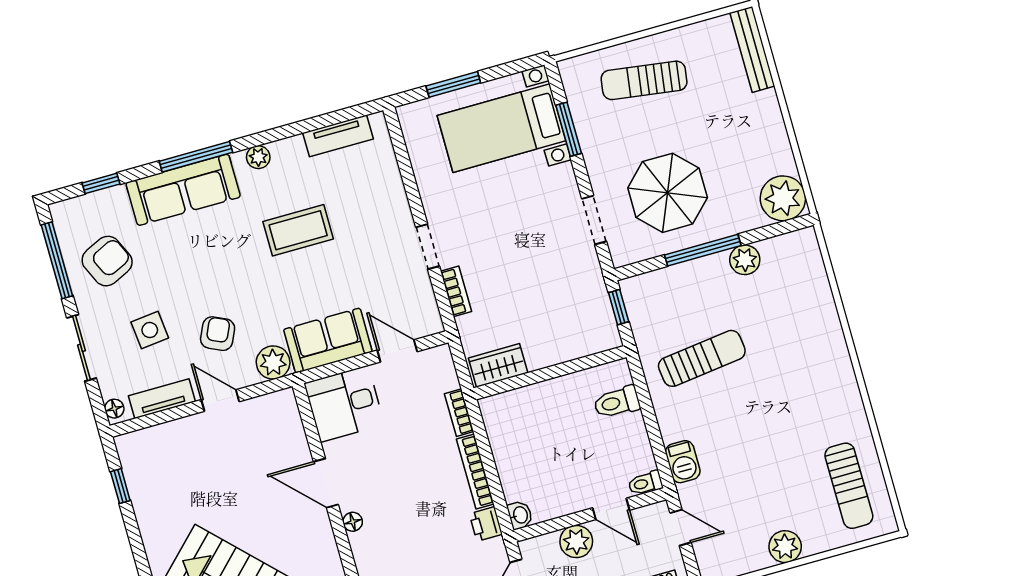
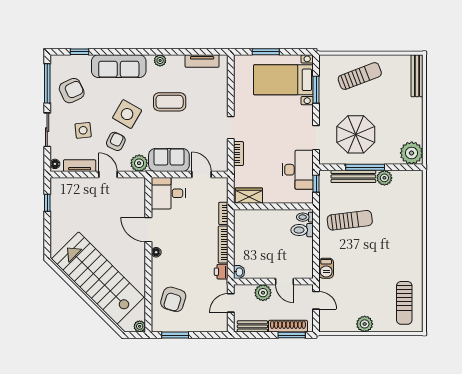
sun lounger: (644, 80) -> (360, 76), turned 151
window: (196, 157) -> (130, 52), removed
bench: (685, 274) -> (353, 176), added
side table: (224, 276) -> (127, 114), added
desk: (577, 291) -> (298, 170), added
toilet: (645, 483) -> (305, 217), moved

